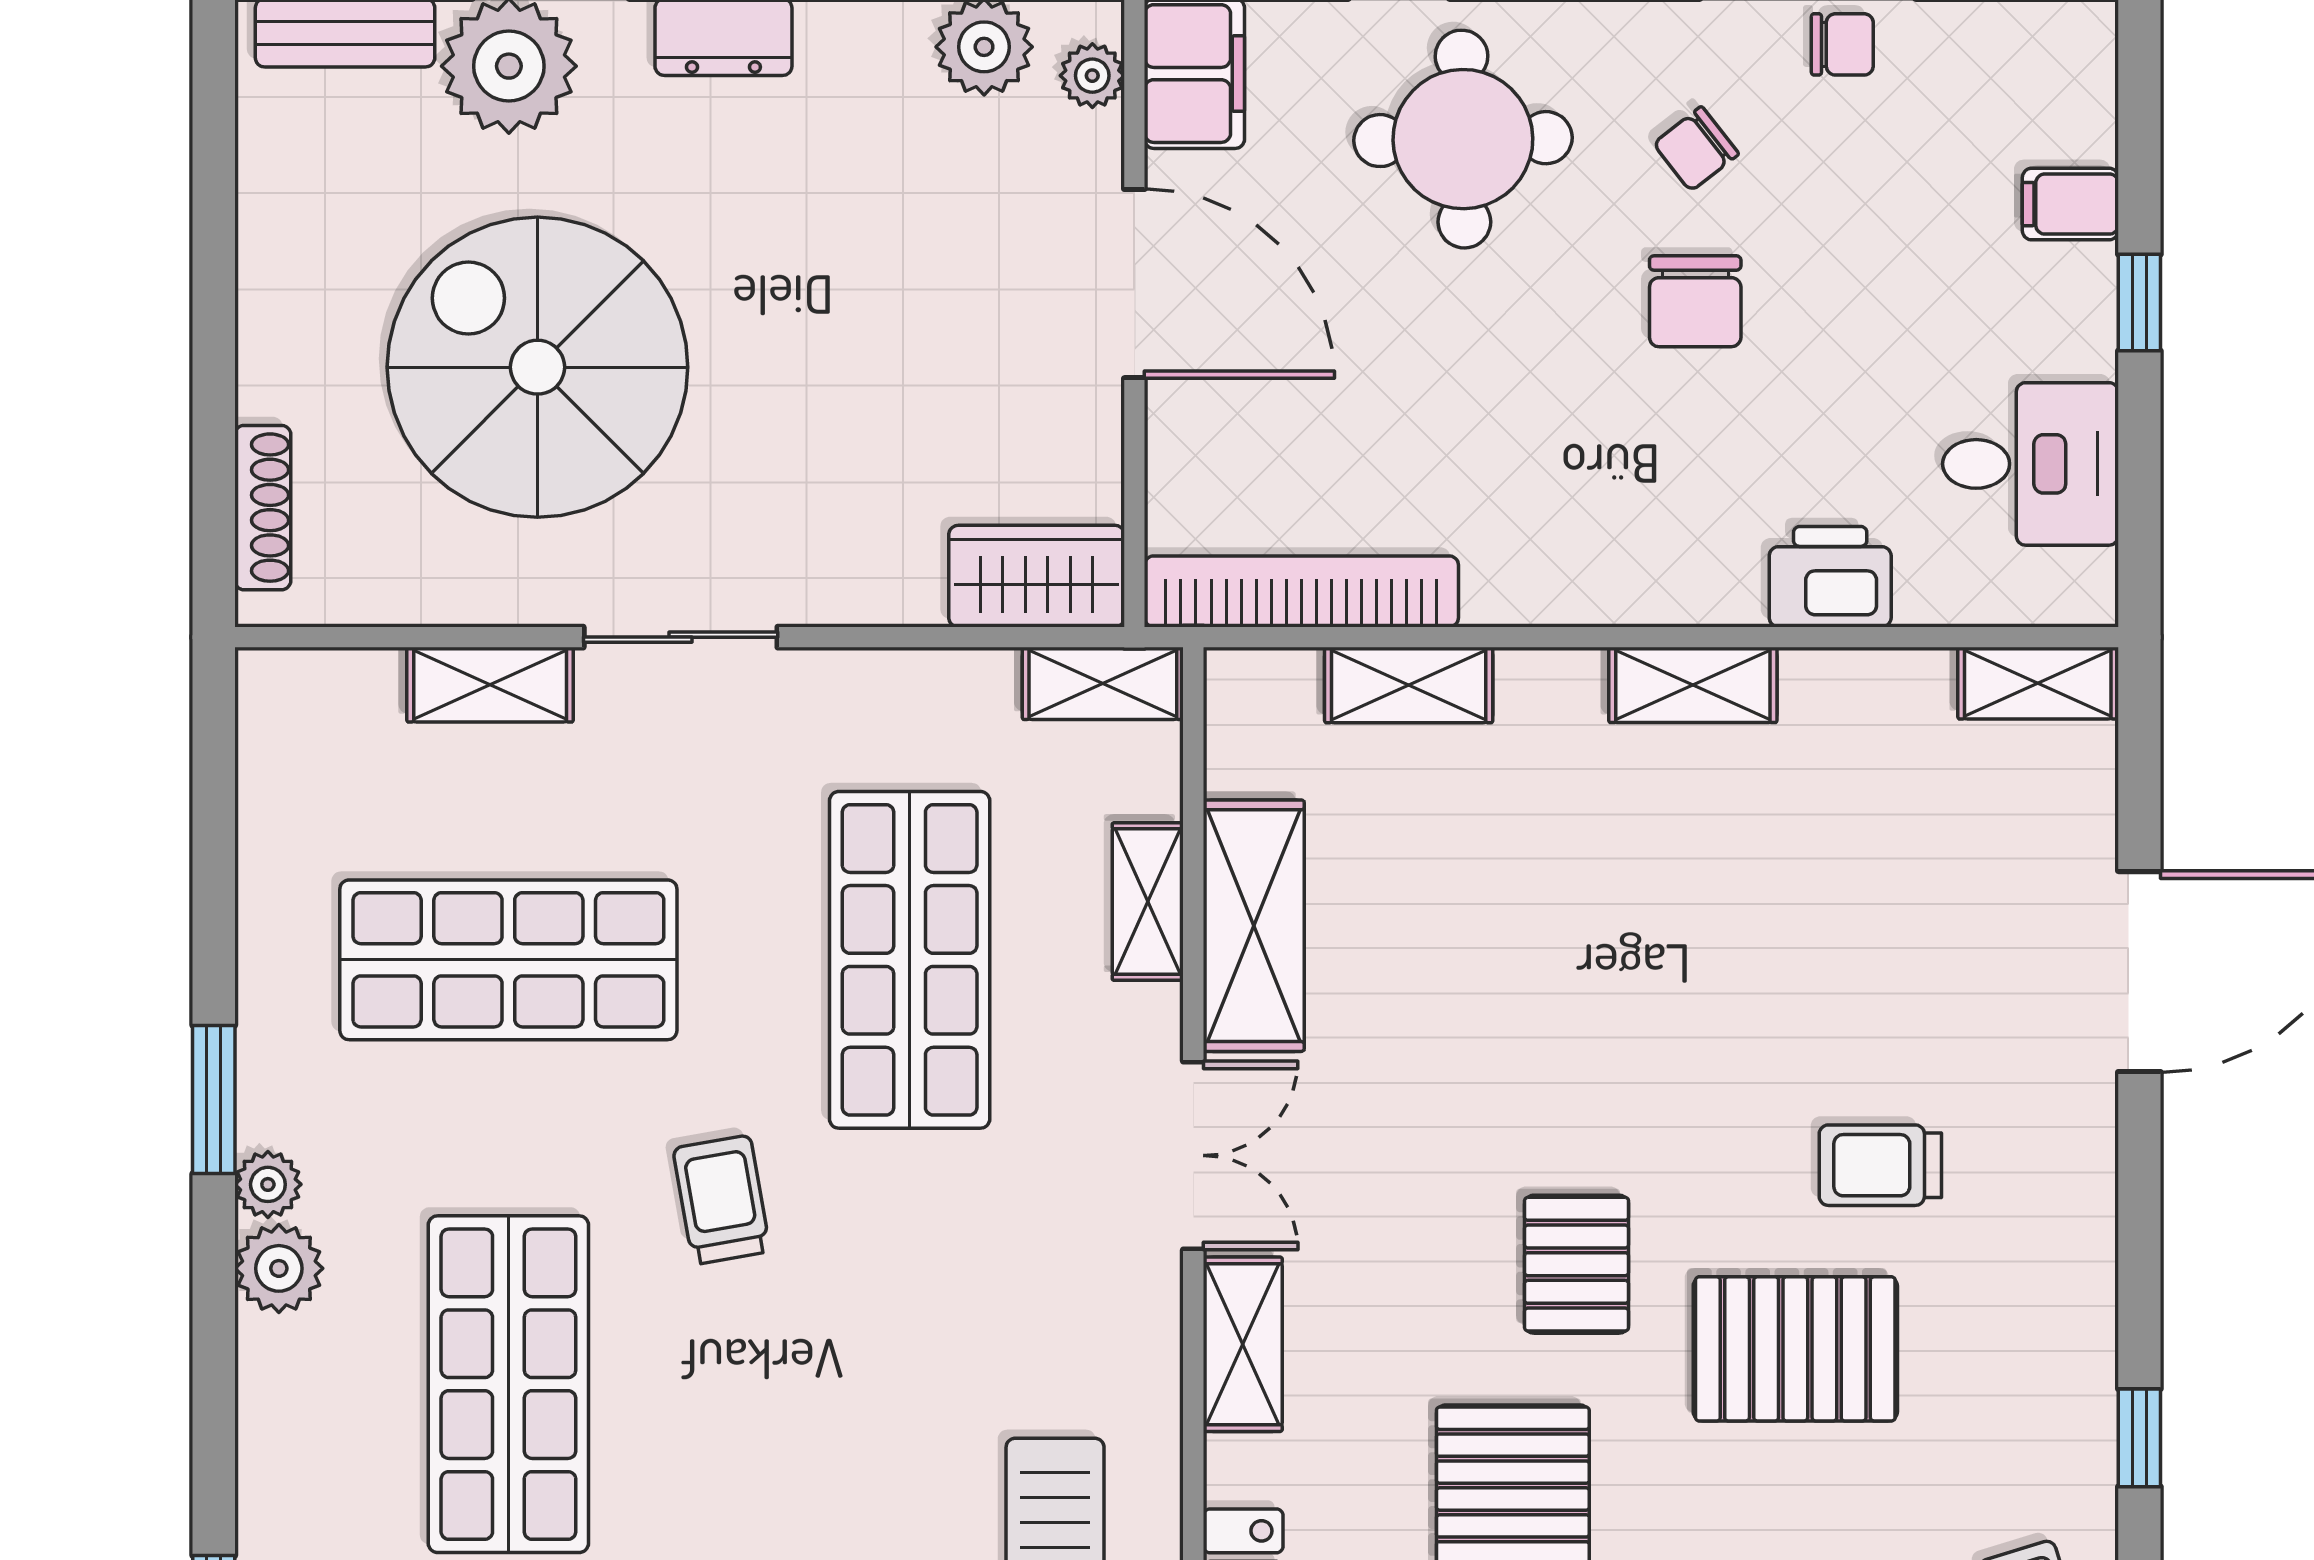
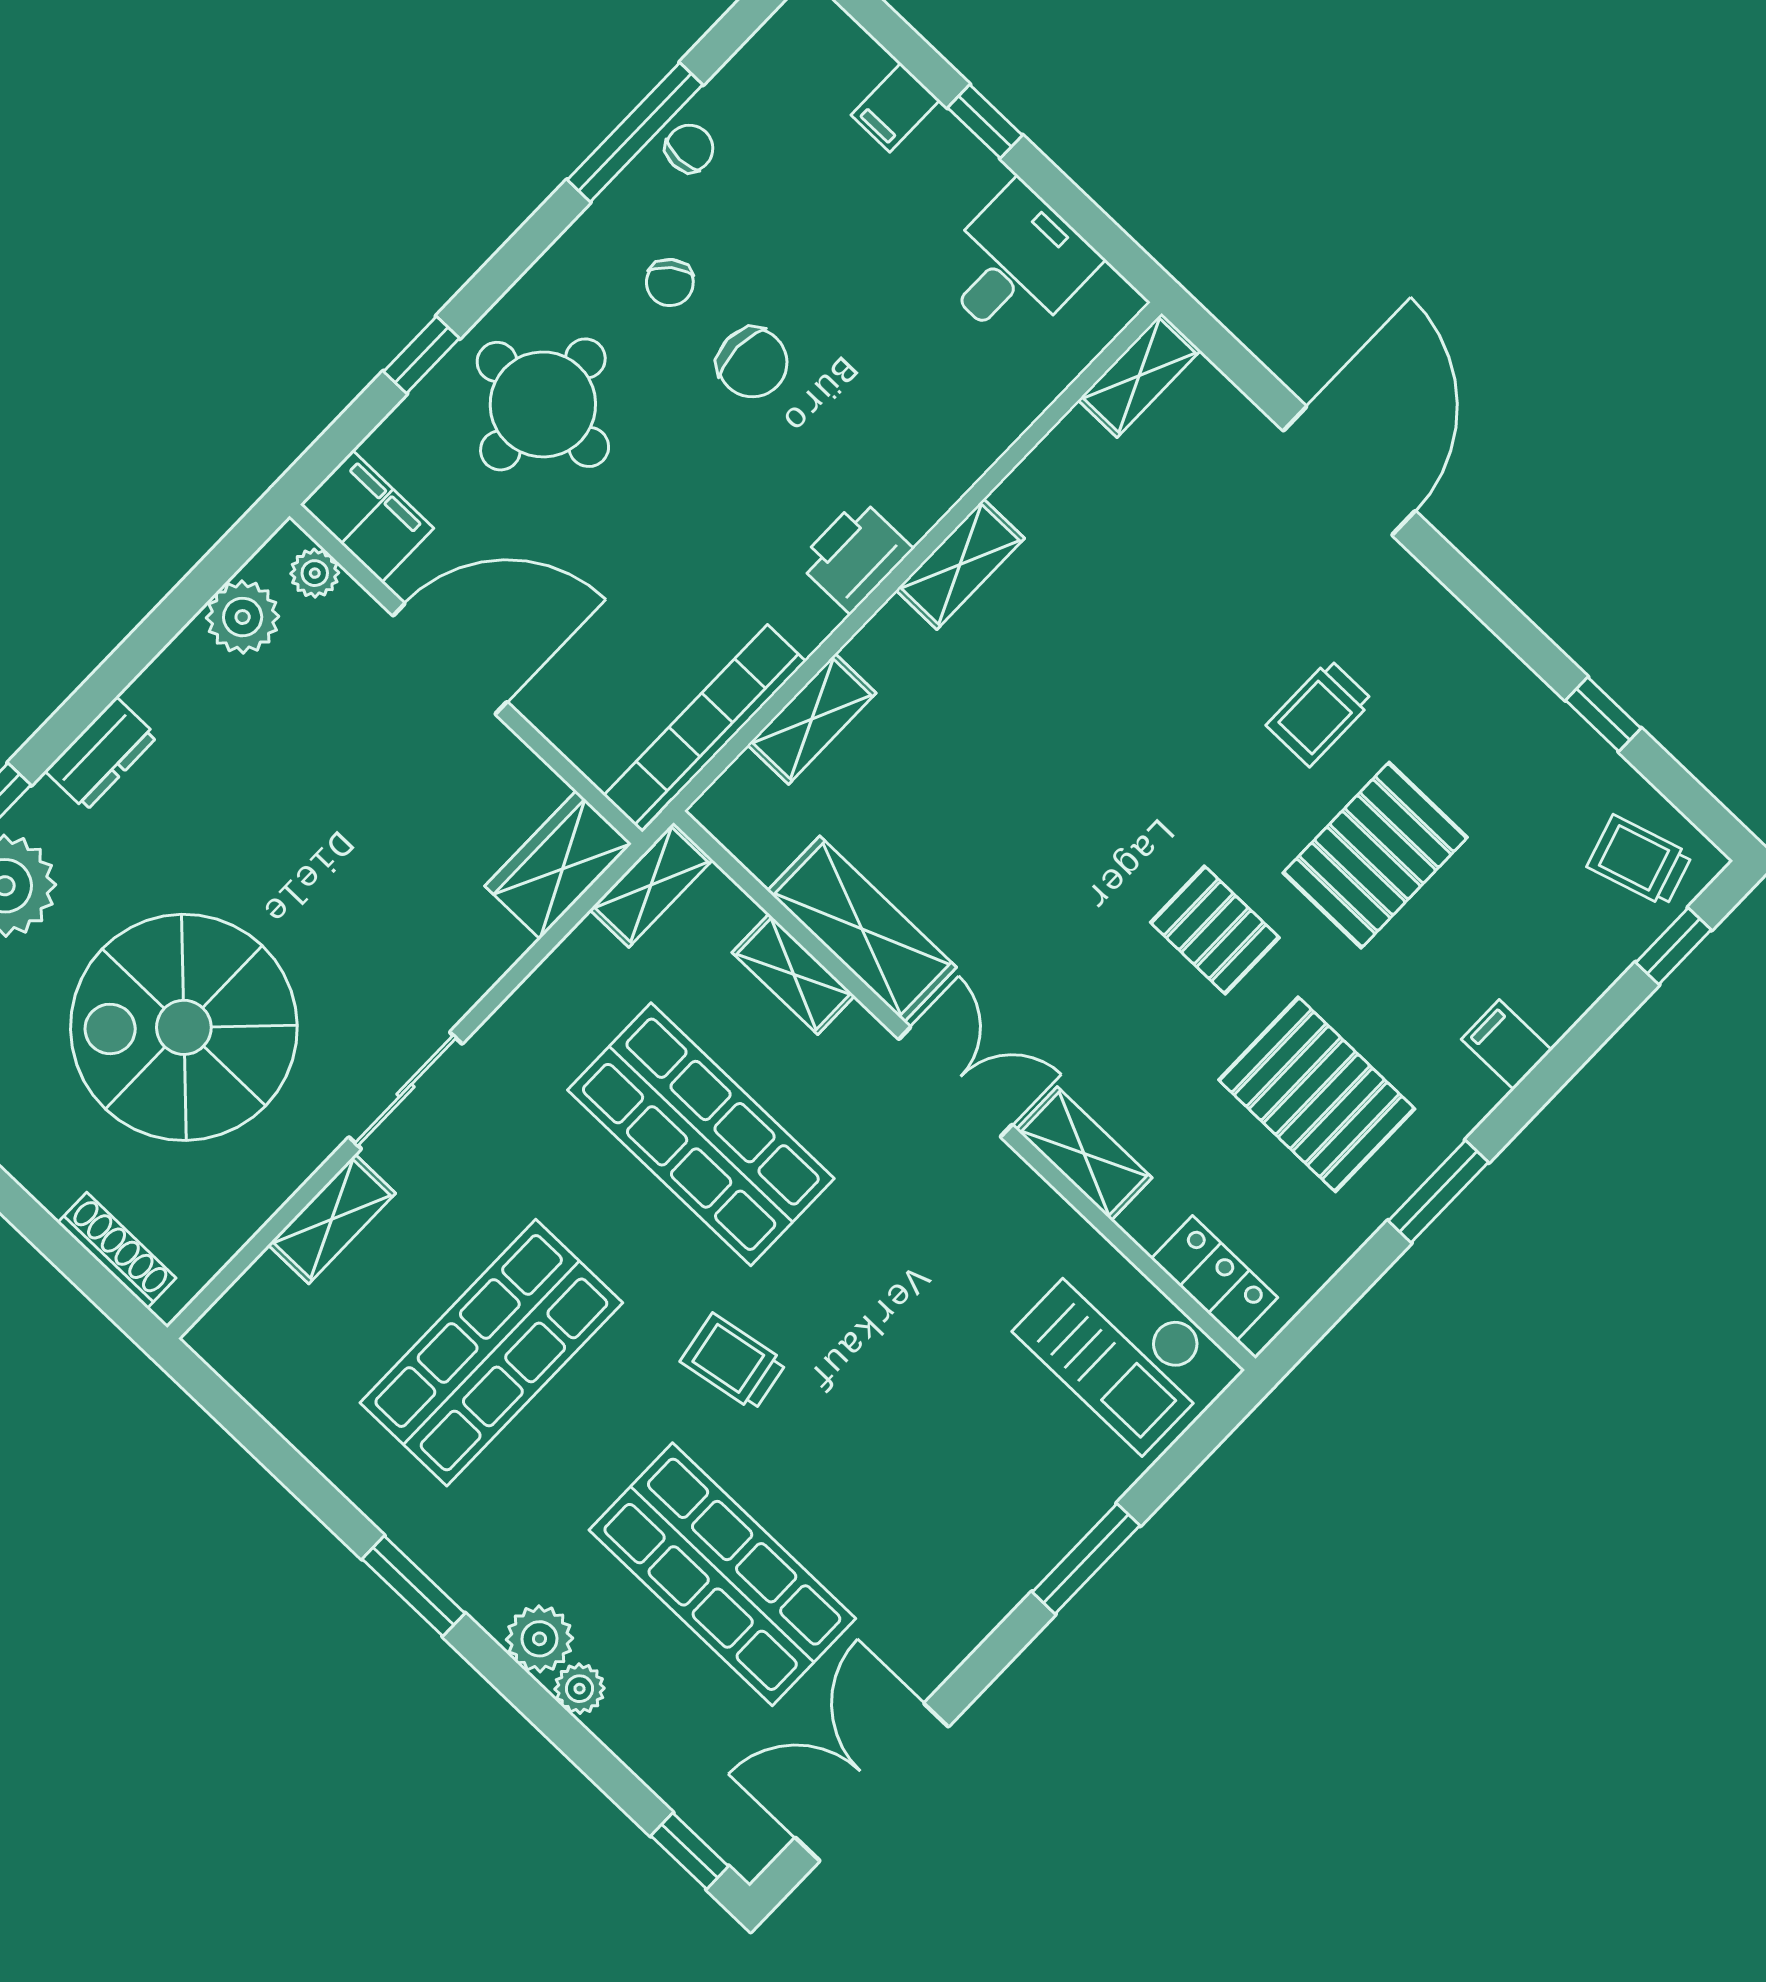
printer: (1830, 577) -> (855, 556), moved
plant: (268, 1184) -> (580, 1689), moved

